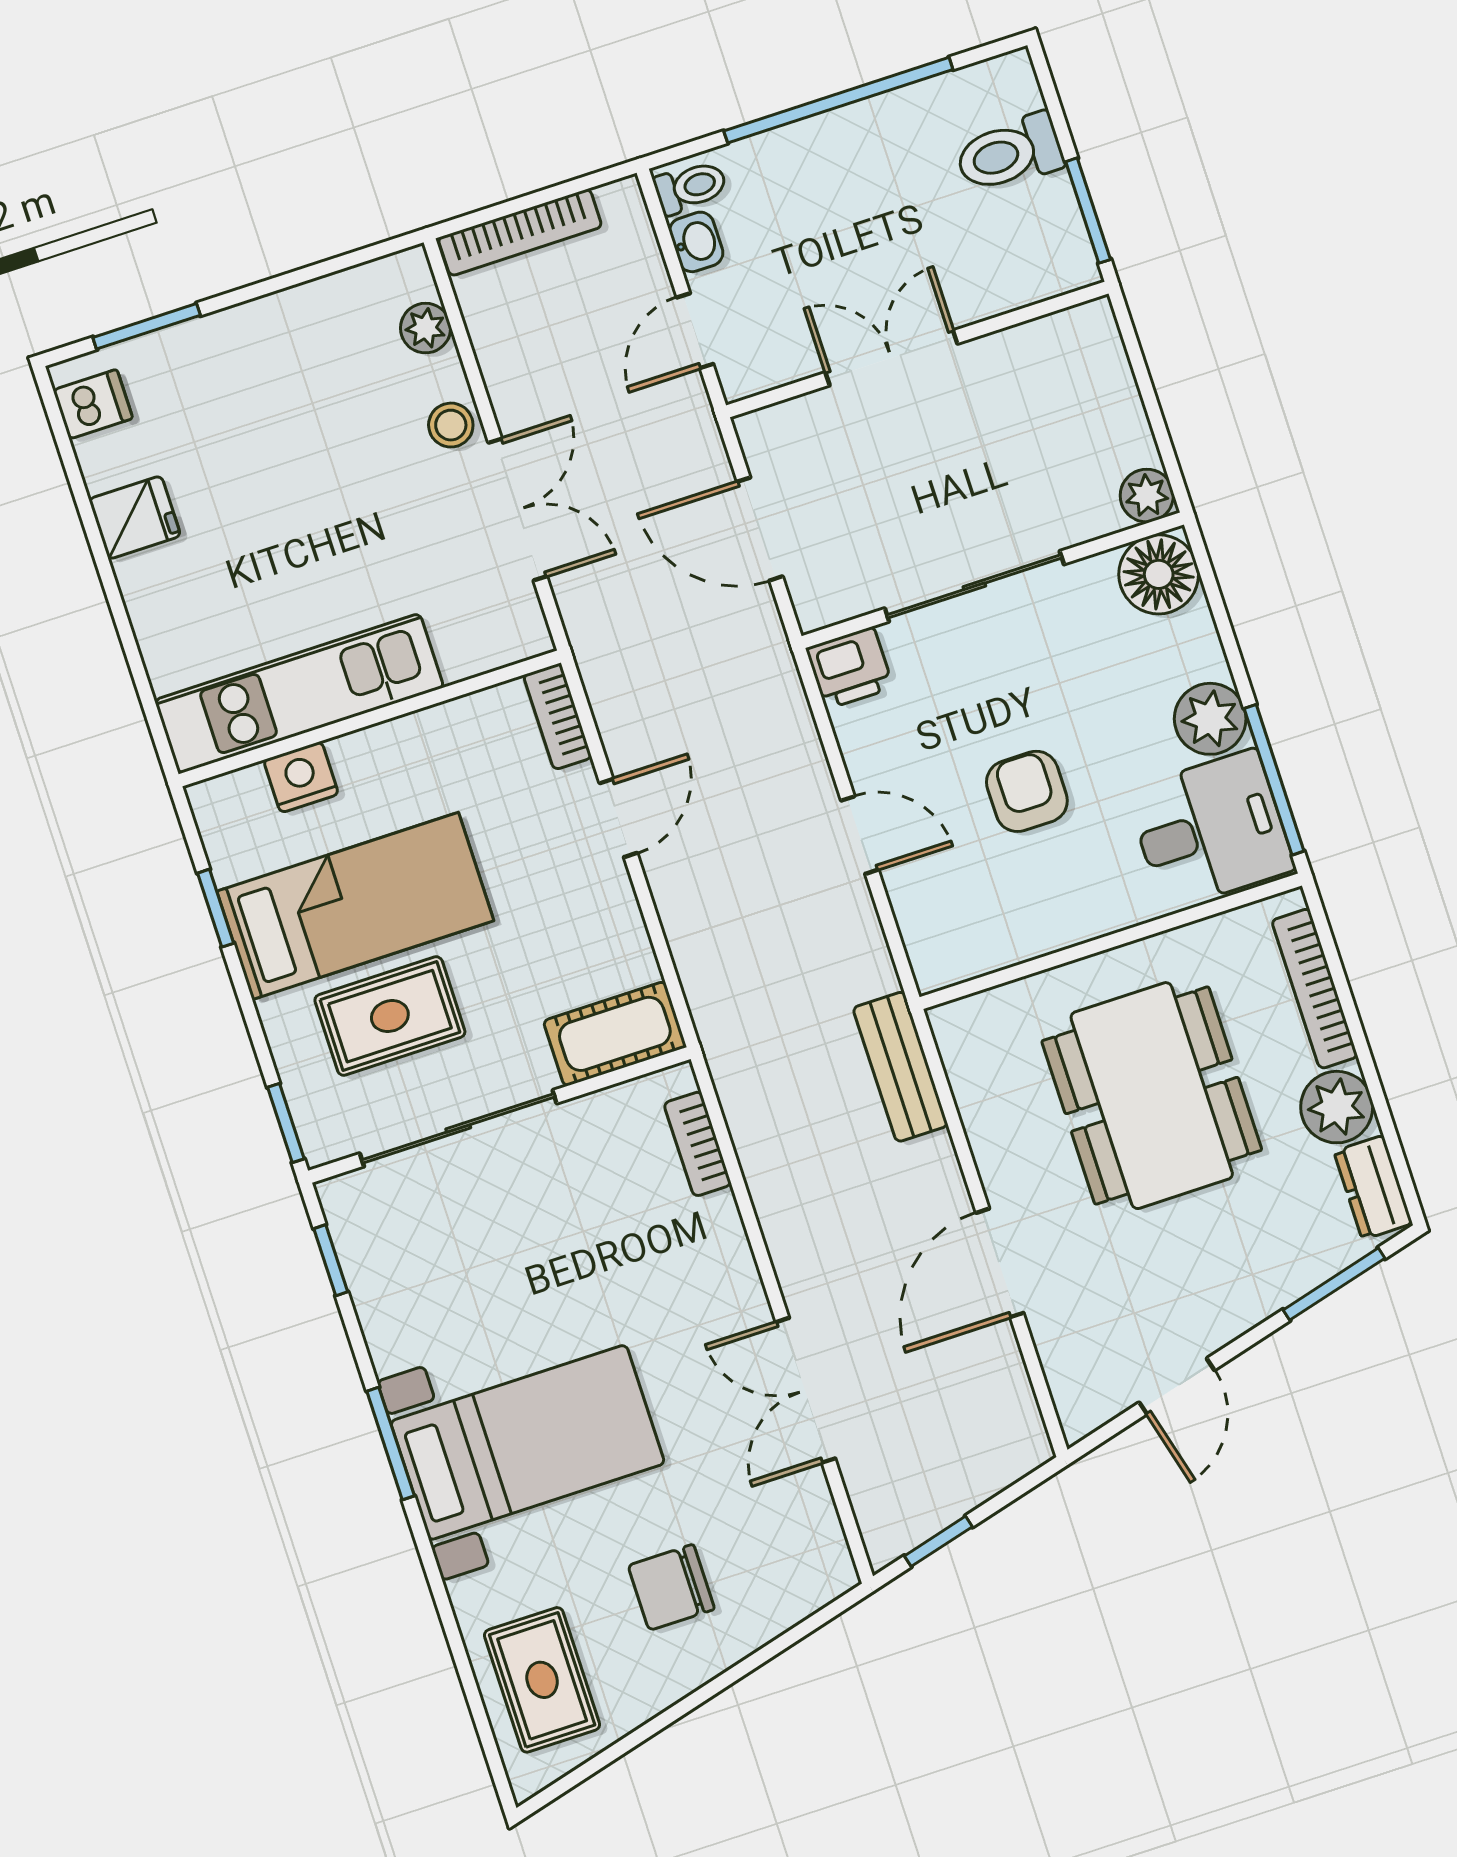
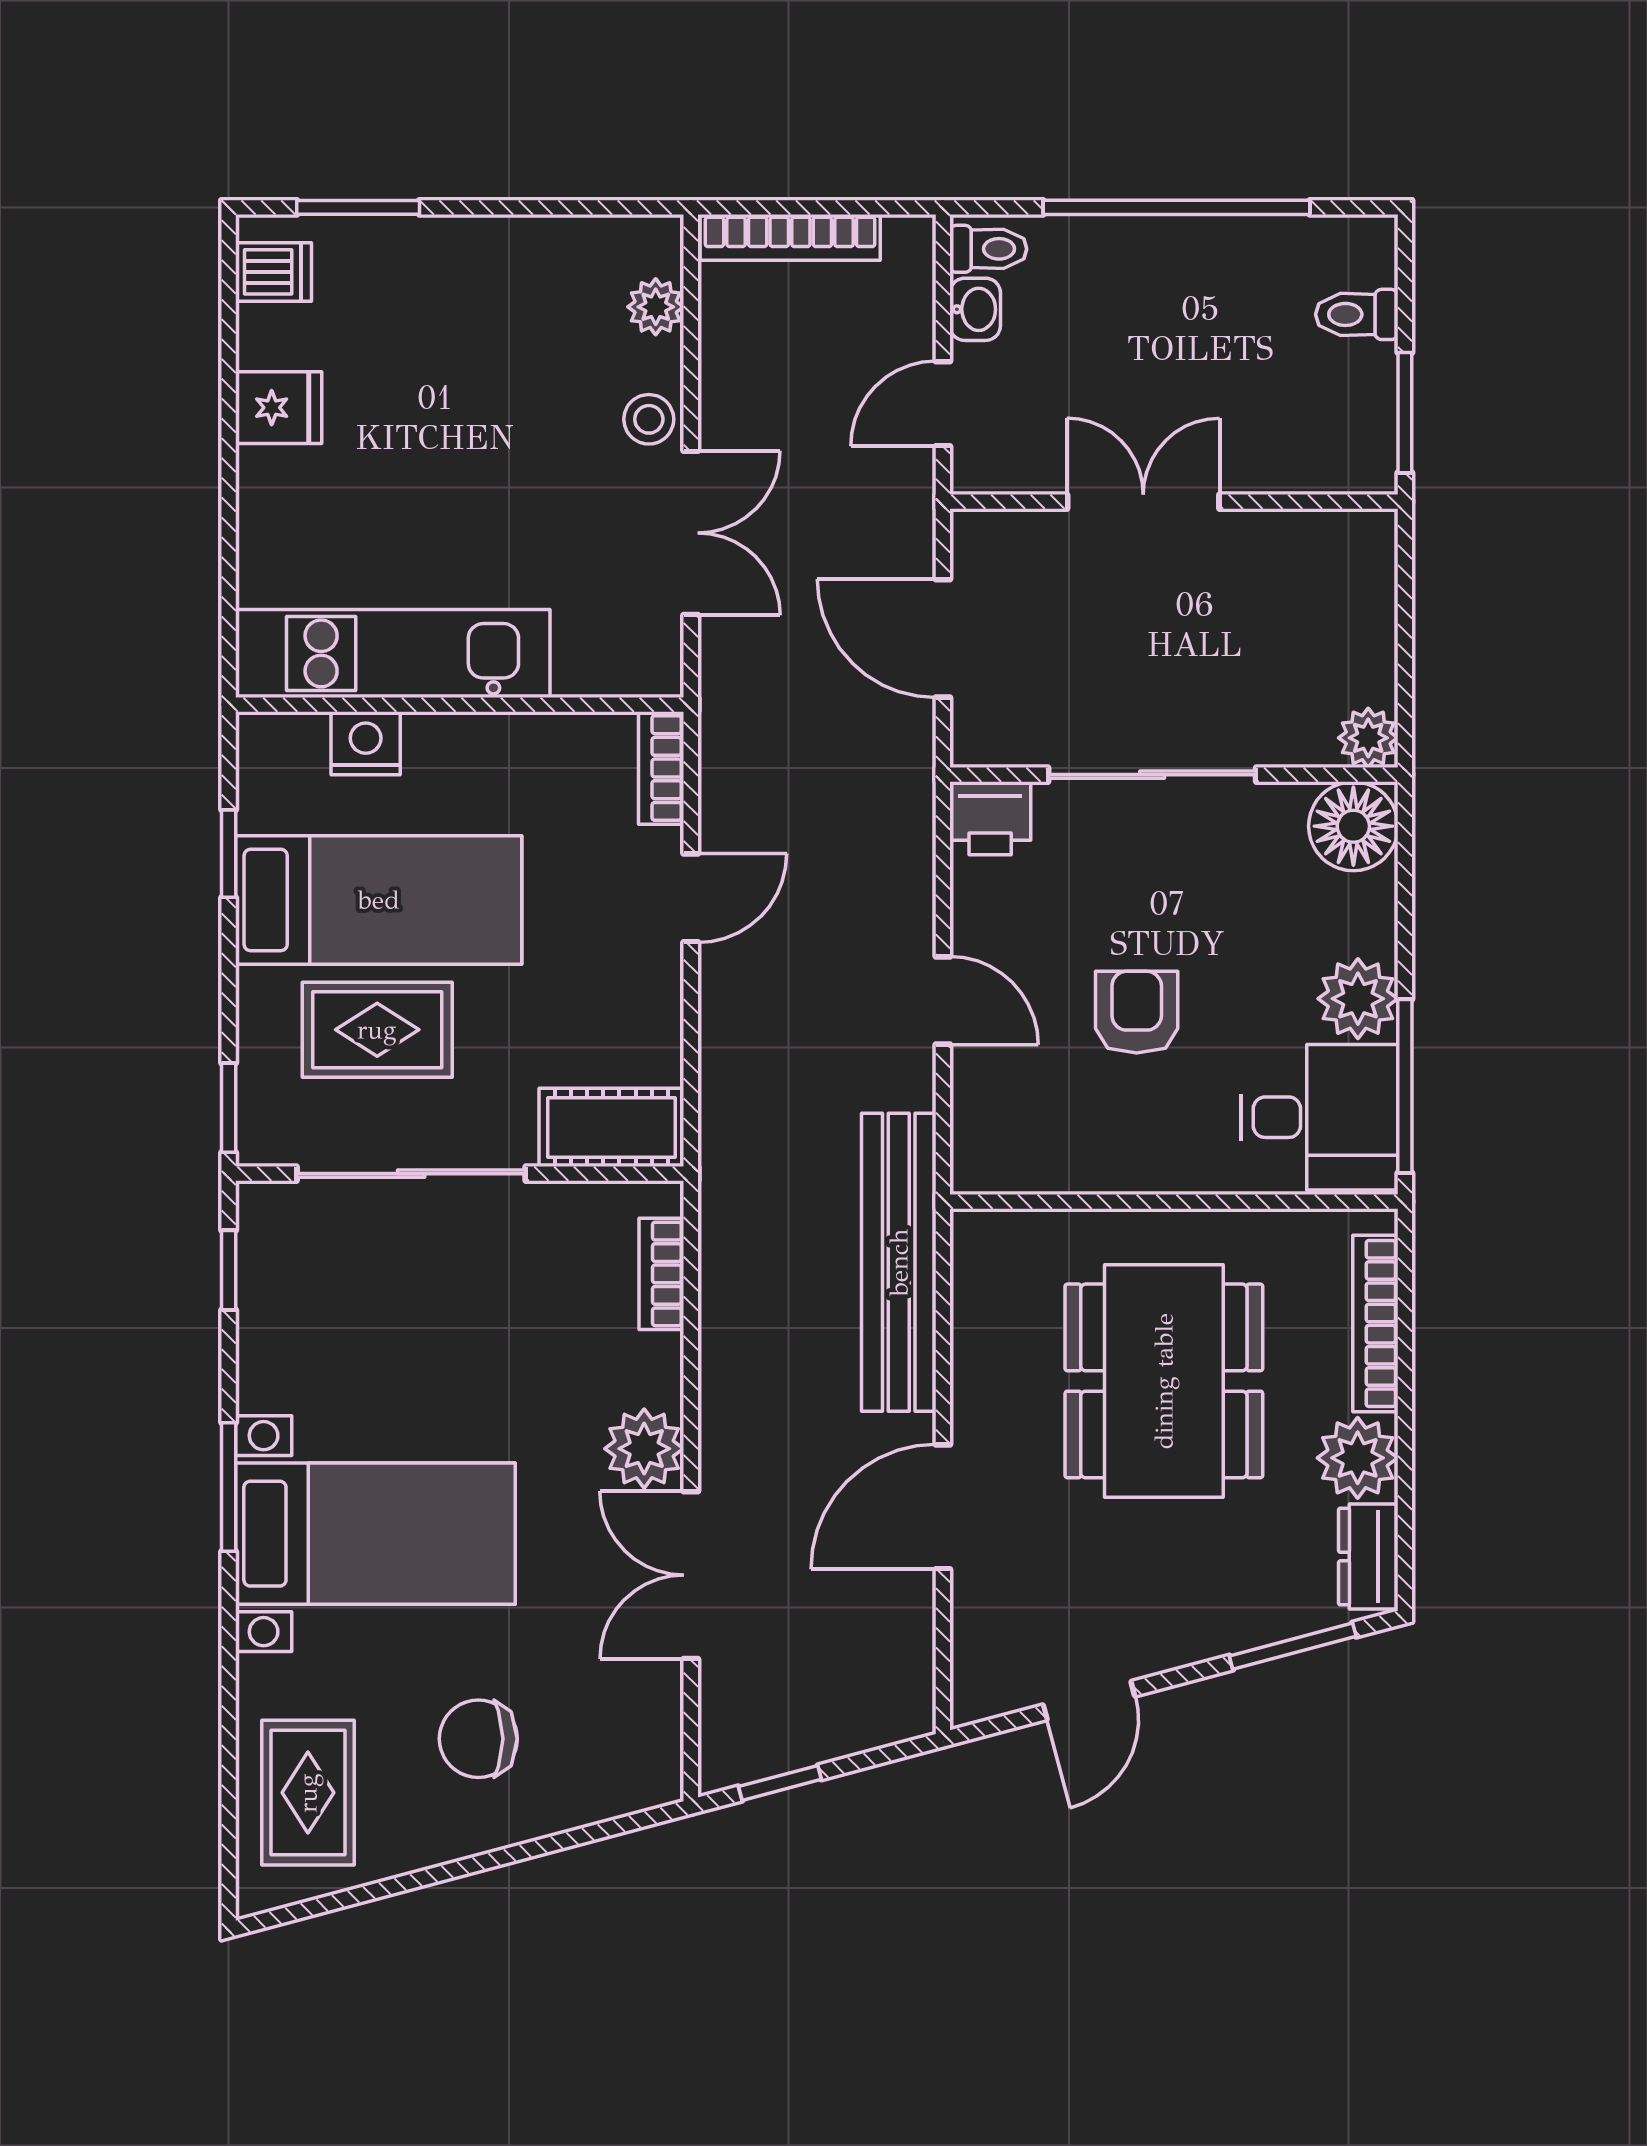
toilet: (1009, 153) -> (1357, 314), width x0.73, depth x0.72
bench: (900, 1067) -> (899, 1262), width x1.86, depth x1.21
plant: (731, 1296) -> (644, 1449), added

